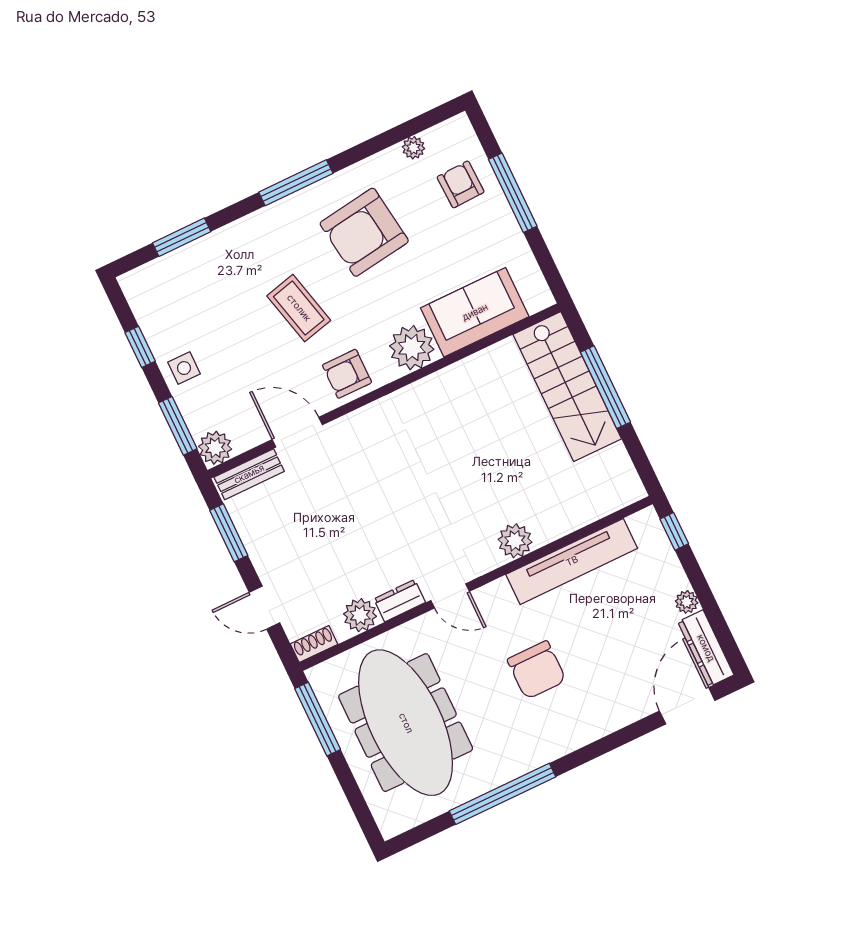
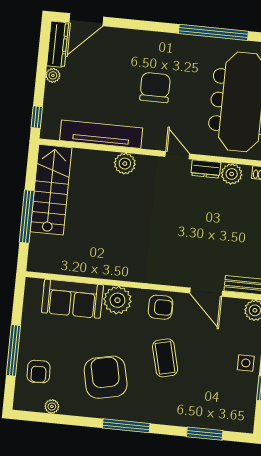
armchair: (364, 232) -> (106, 377), turned -94
stairs: (567, 387) -> (51, 190), moved

